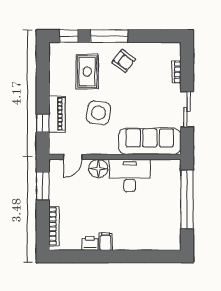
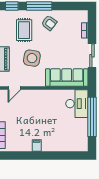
floor lamp: (98, 169) -> (32, 96), removed
desk: (130, 175) -> (77, 104), moved, turned 90
printer: (90, 243) -> (26, 147), removed

